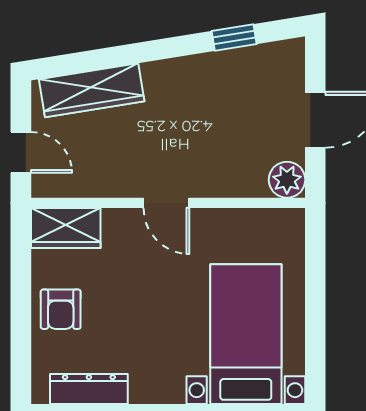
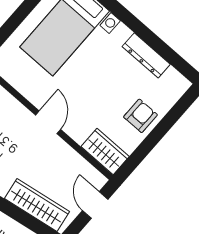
dresser: (89, 389) -> (146, 55), moved

